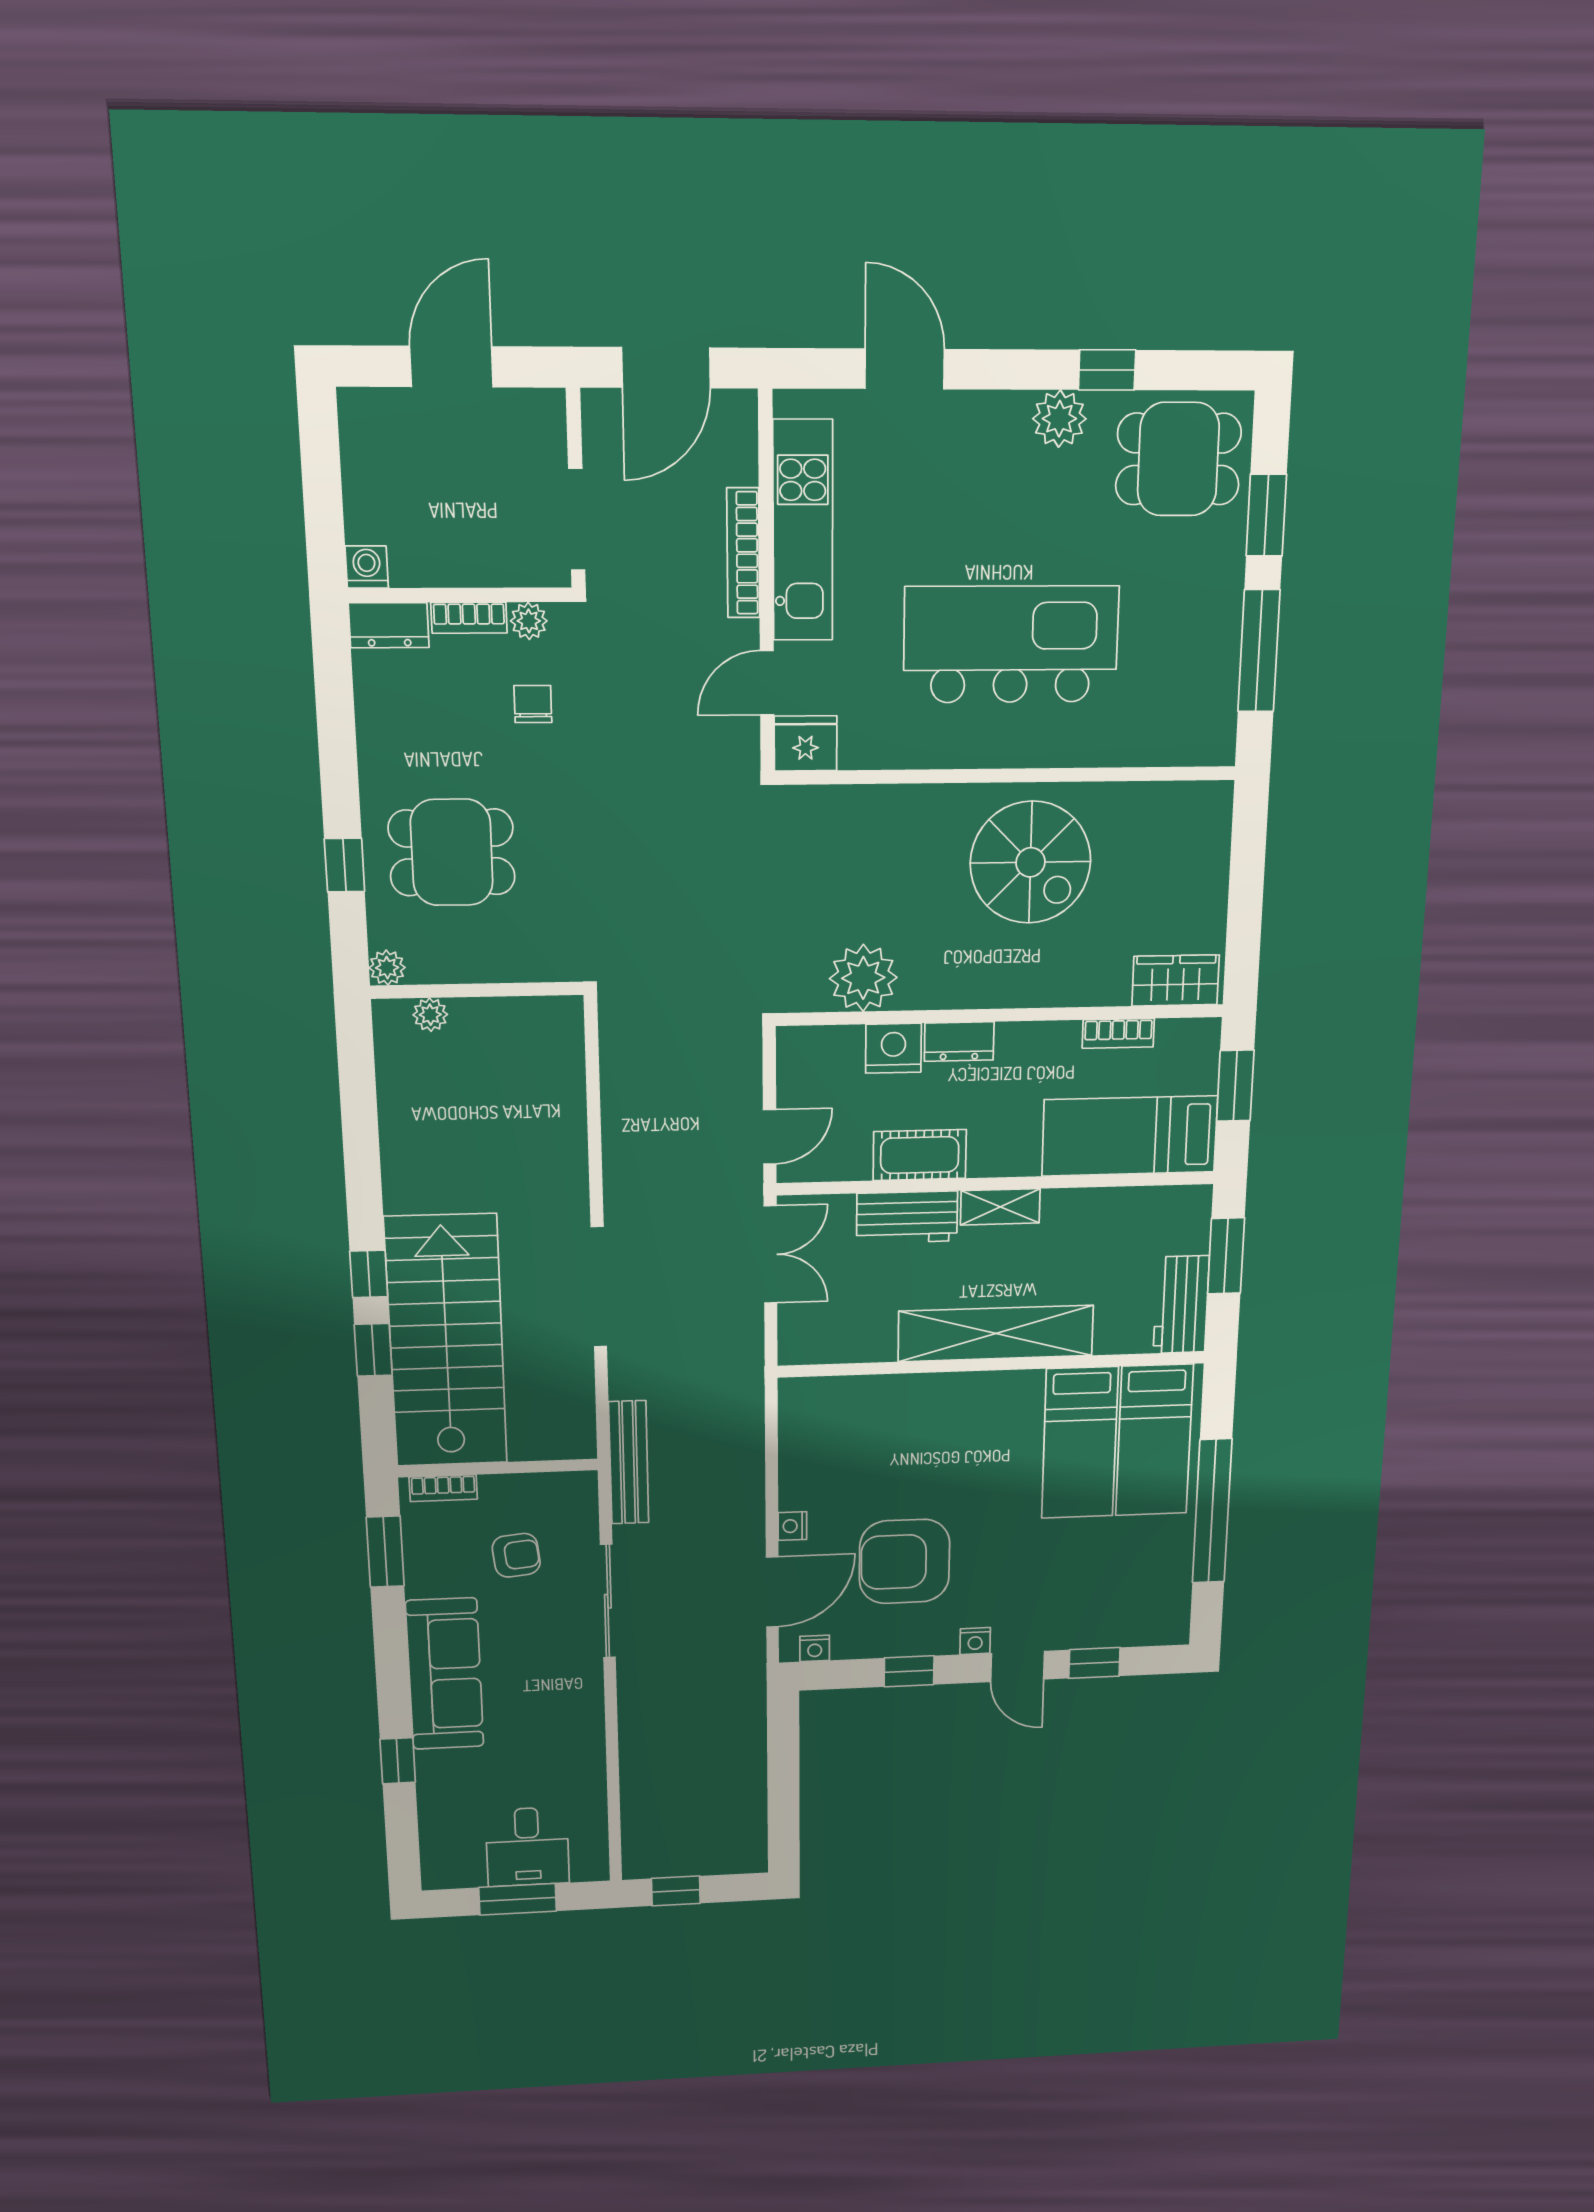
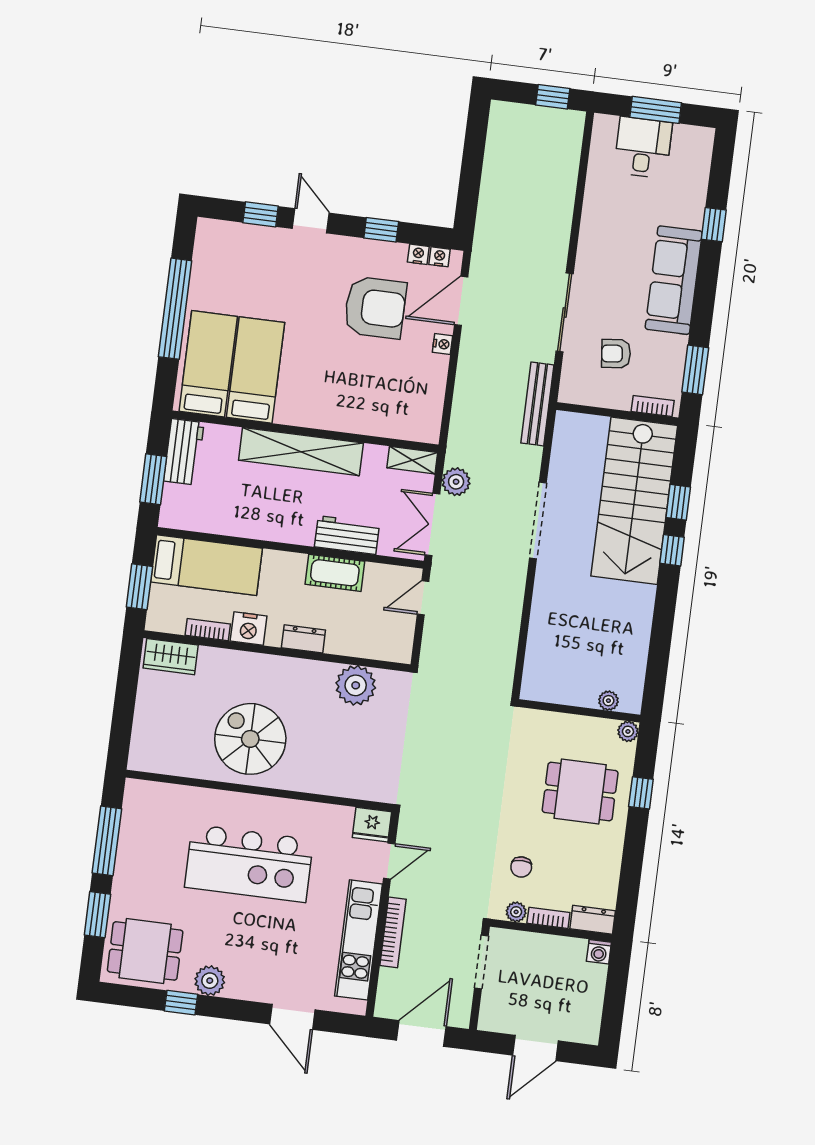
nightstand: (893, 1048) -> (249, 629), moved
shelving: (1000, 1207) -> (412, 460), moved
plant: (741, 1326) -> (456, 482), added
nightstand: (975, 1641) -> (418, 254), moved

